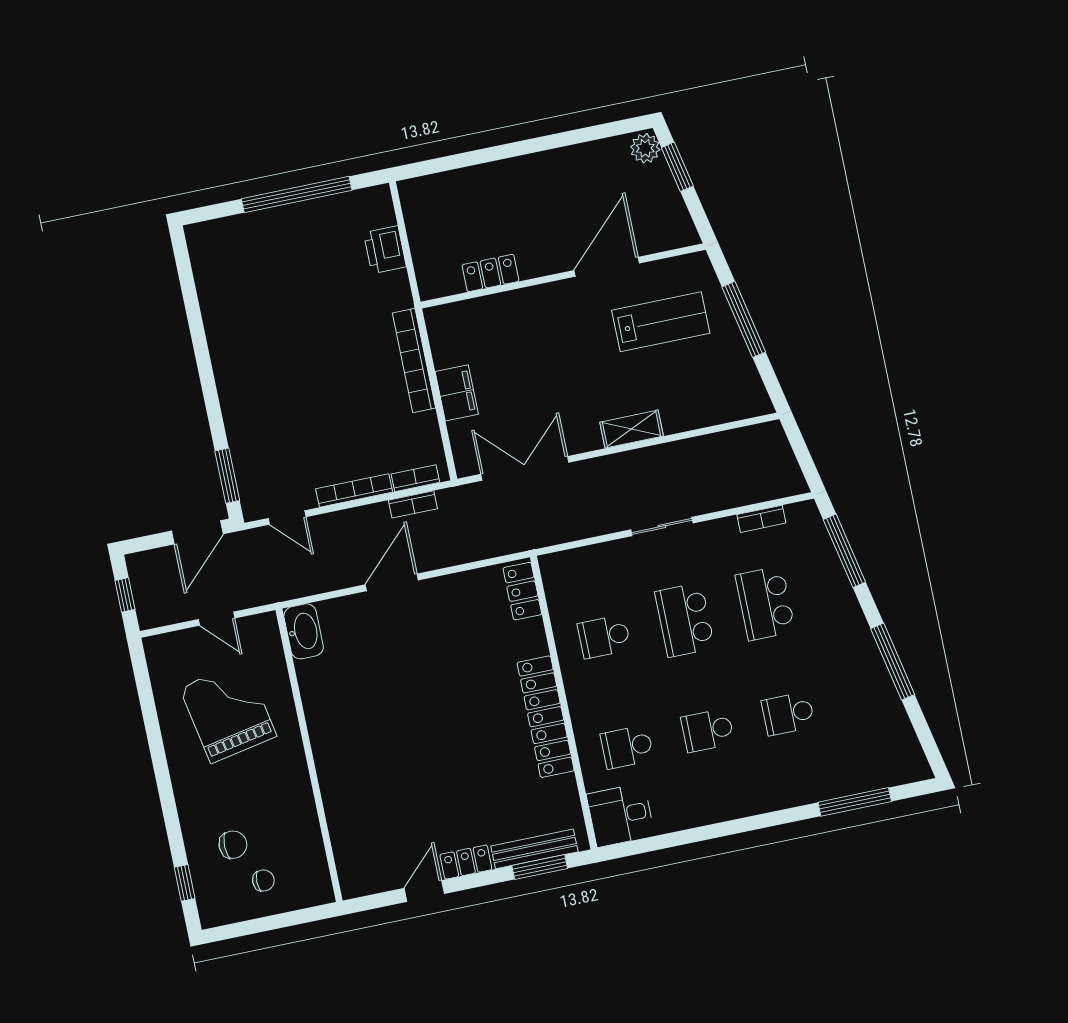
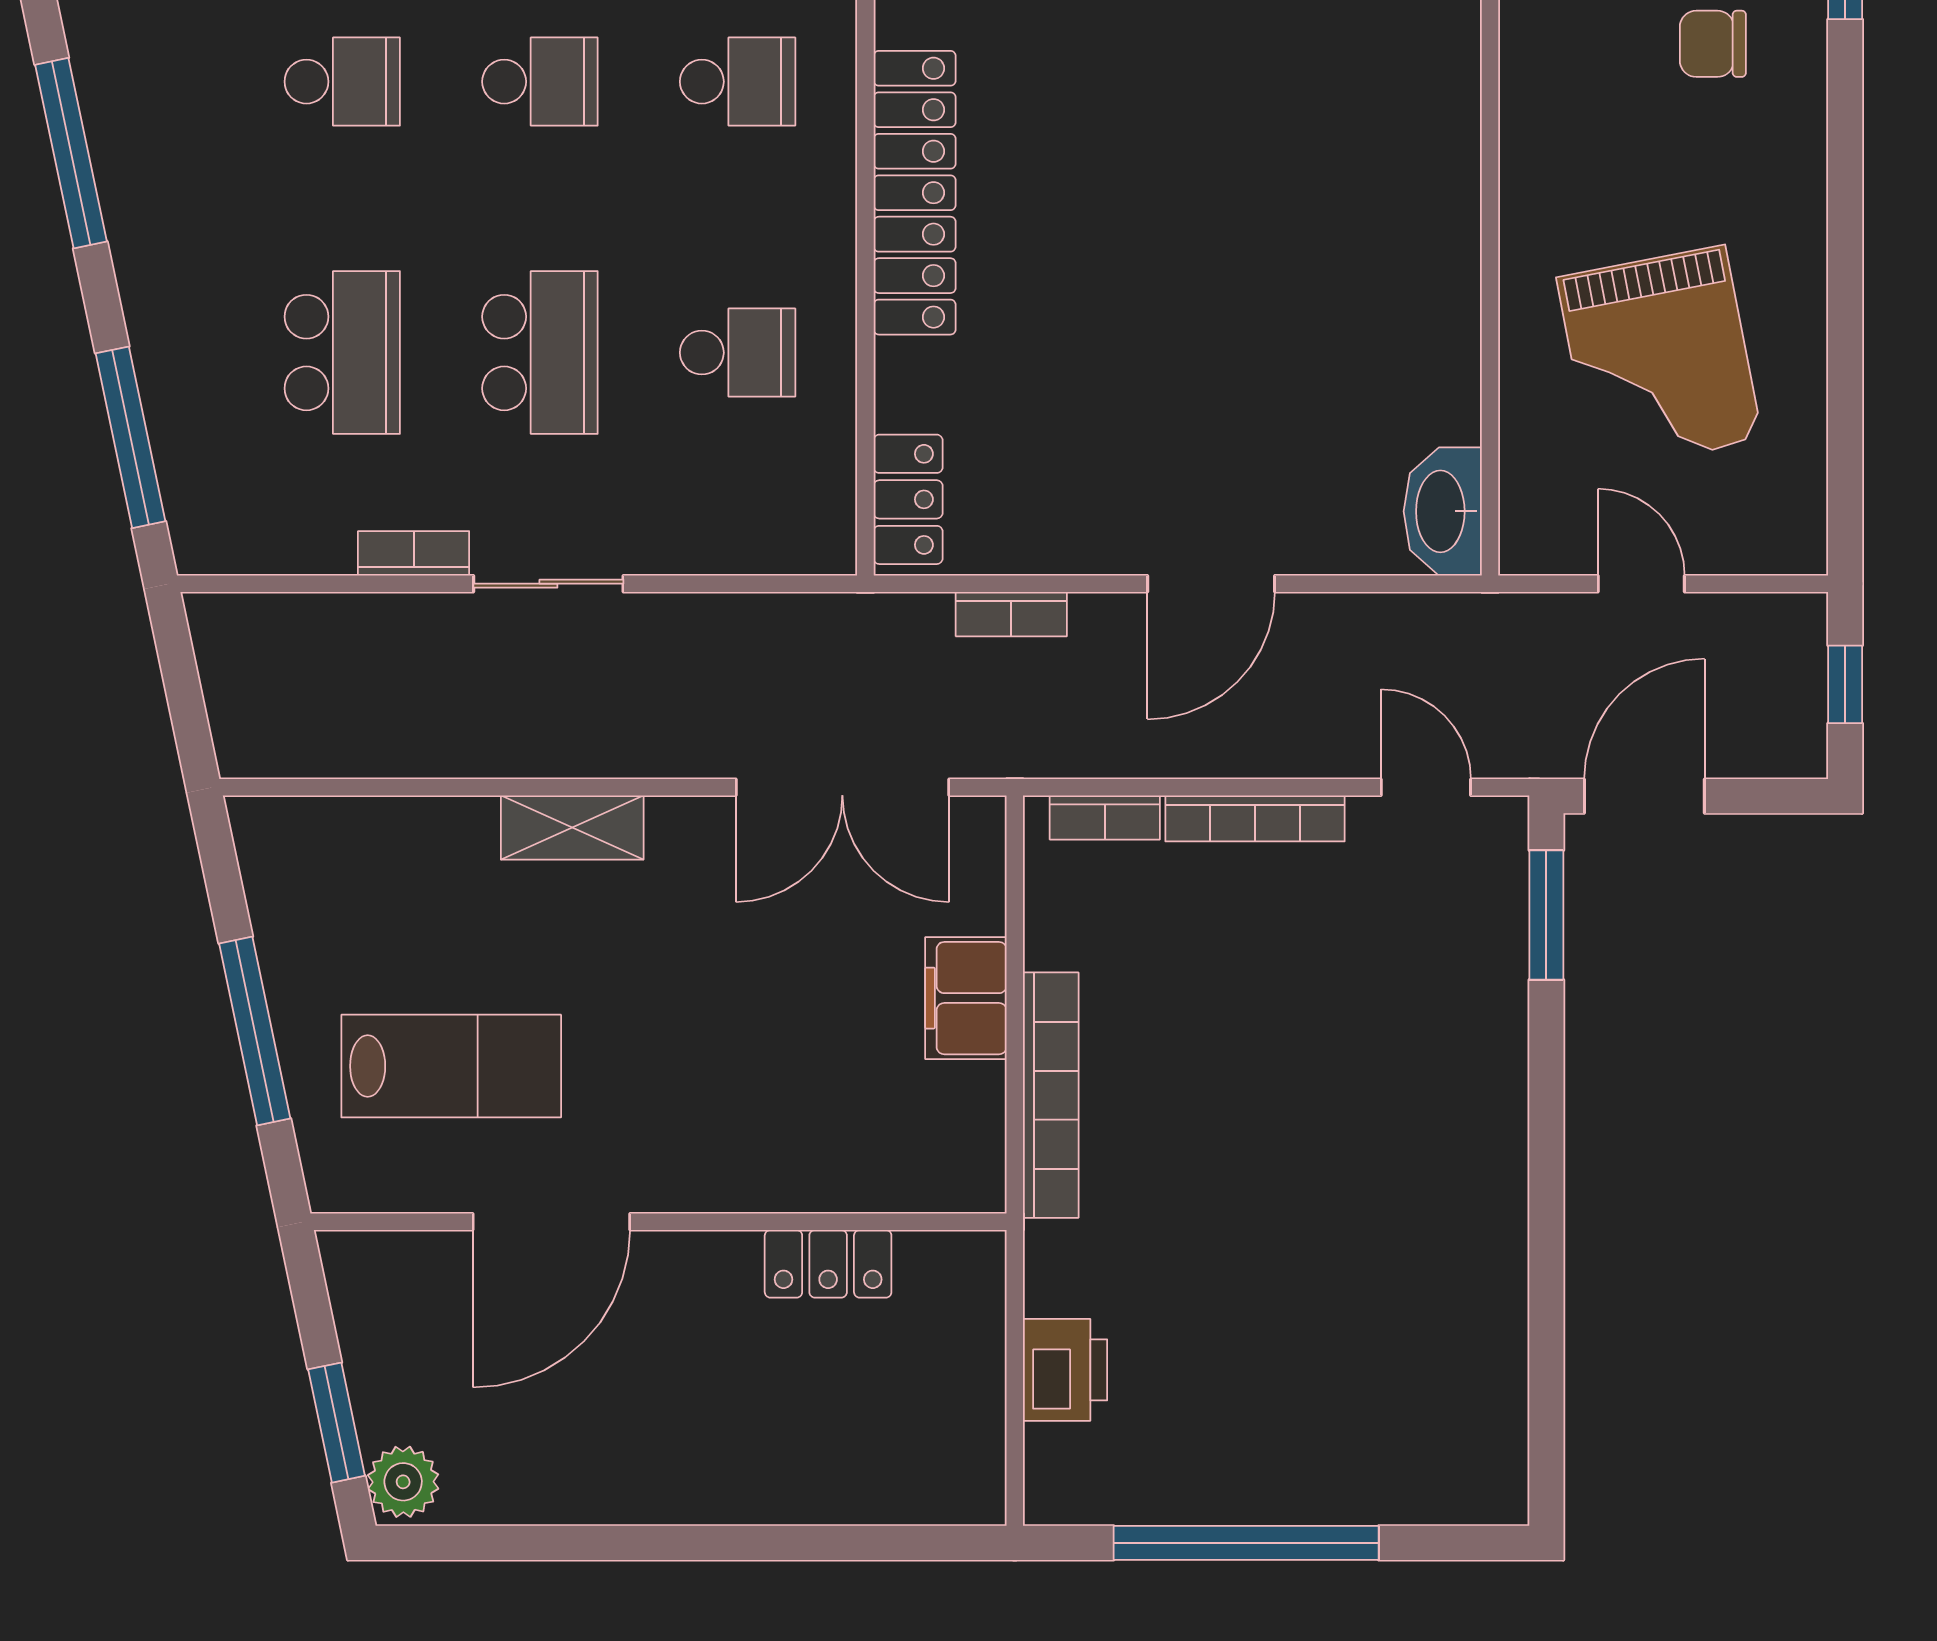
lab bench: (661, 322) -> (451, 1066), turned 180
bookcase: (413, 504) -> (1011, 614), moved, turned 180
bookcase: (761, 519) -> (414, 553), moved

